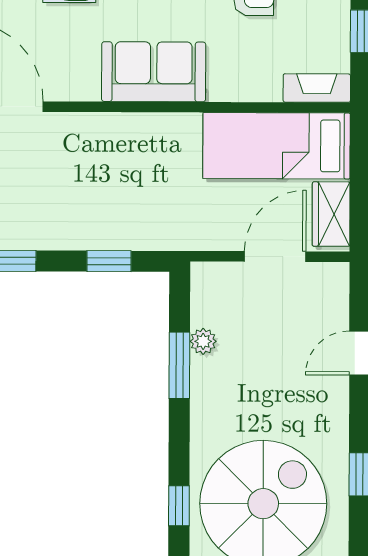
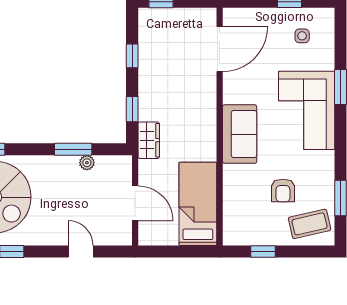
fireplace: (317, 88) -> (231, 227), removed
wardrobe: (331, 214) -> (149, 140), moved, turned 90

